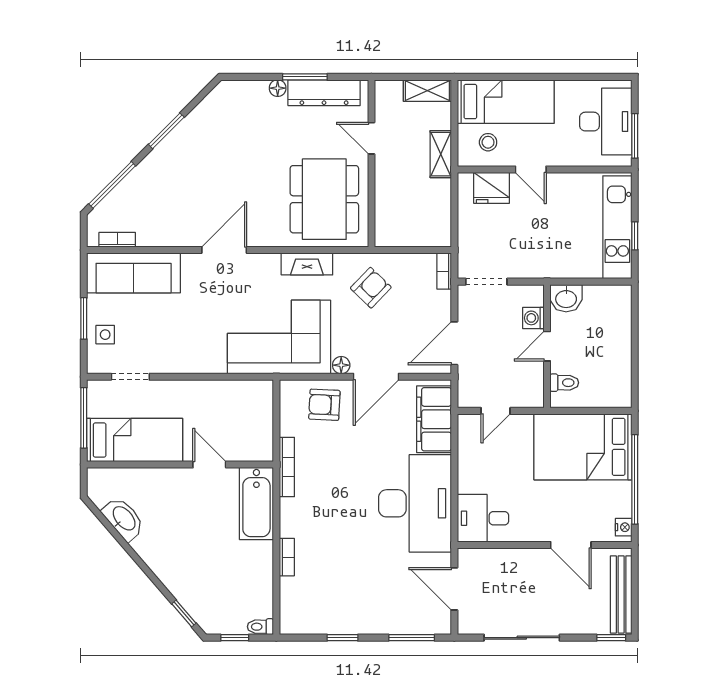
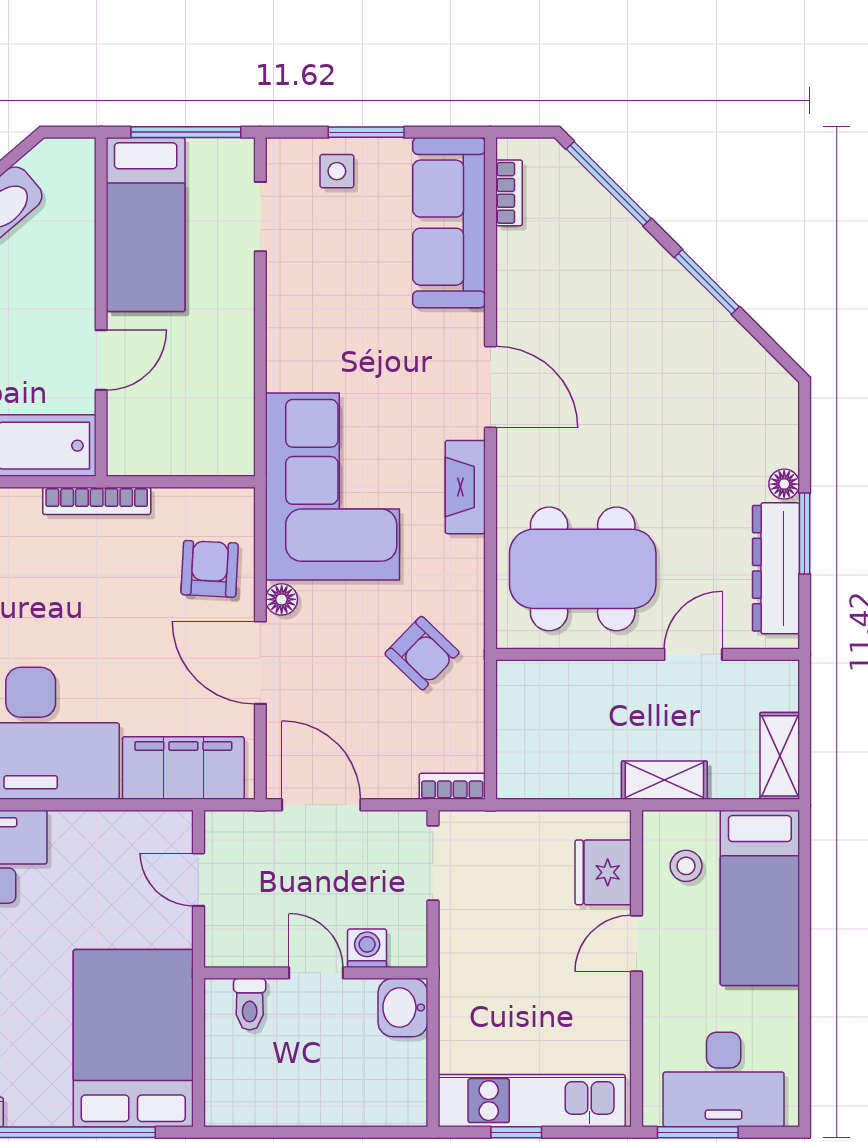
fireplace: (307, 264) -> (465, 487), moved

